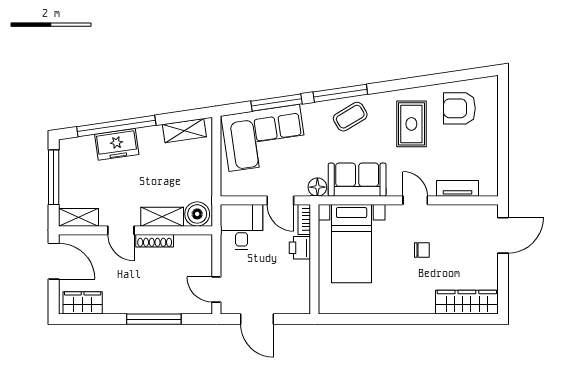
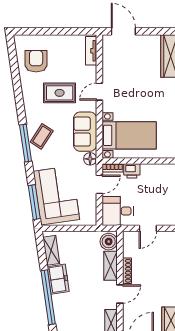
window: (277, 103) -> (34, 202), moved
armchair: (459, 108) -> (36, 61), turned 180
coffee table: (350, 117) -> (42, 136), turned 64
rug: (411, 124) -> (60, 93), moved
freezer: (117, 144) -> (58, 279), moved
tv unit: (457, 188) -> (91, 51), moved
chair: (422, 250) -> (133, 87), removed
door: (216, 290) -> (148, 228), moved

